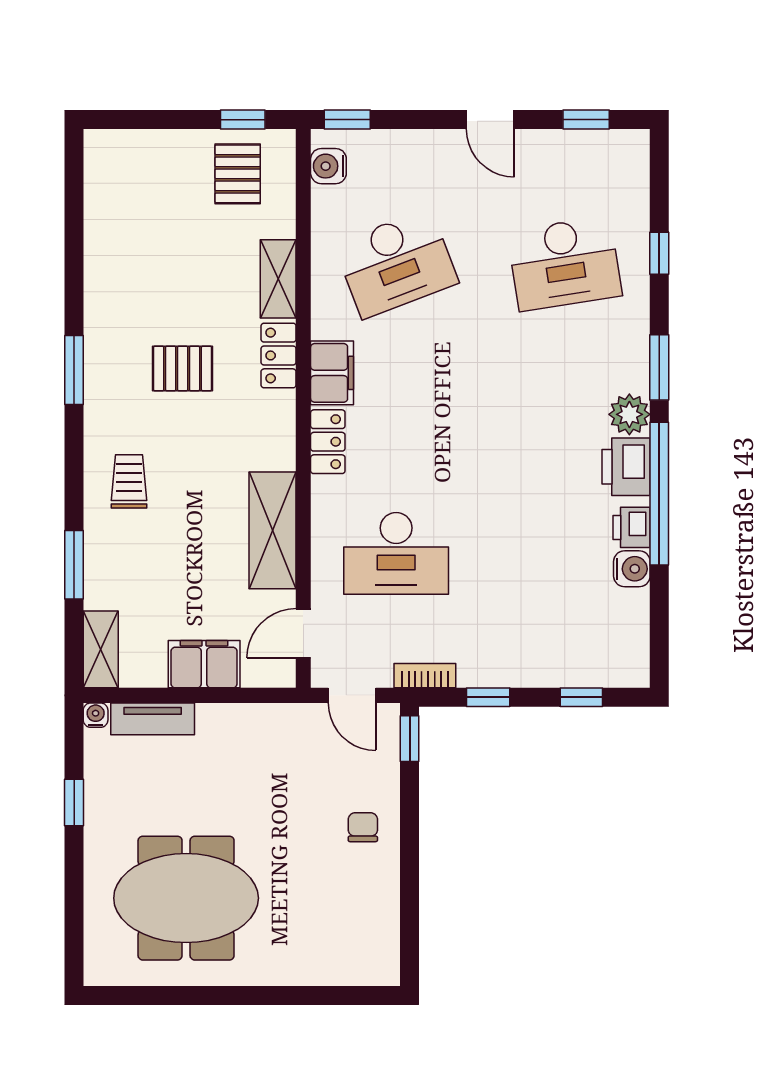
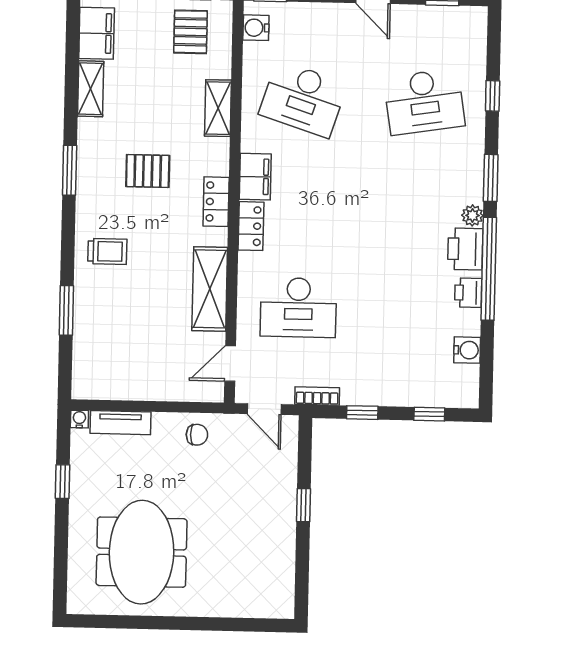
desk: (396, 263) -> (303, 99), turned 39
locker: (279, 355) -> (216, 202), moved
plant: (629, 414) -> (472, 215), width x0.73, depth x0.73
trolley: (129, 481) -> (107, 251), turned 90
water cooler: (632, 569) -> (467, 350), moved
shelving: (101, 649) -> (91, 89), moved
filing cabinet: (204, 664) -> (97, 33), moved, turned 90
window: (410, 739) -> (304, 505), moved
chair: (363, 827) -> (197, 435), moved, turned 90
meeting table: (186, 898) -> (142, 552), turned 90

